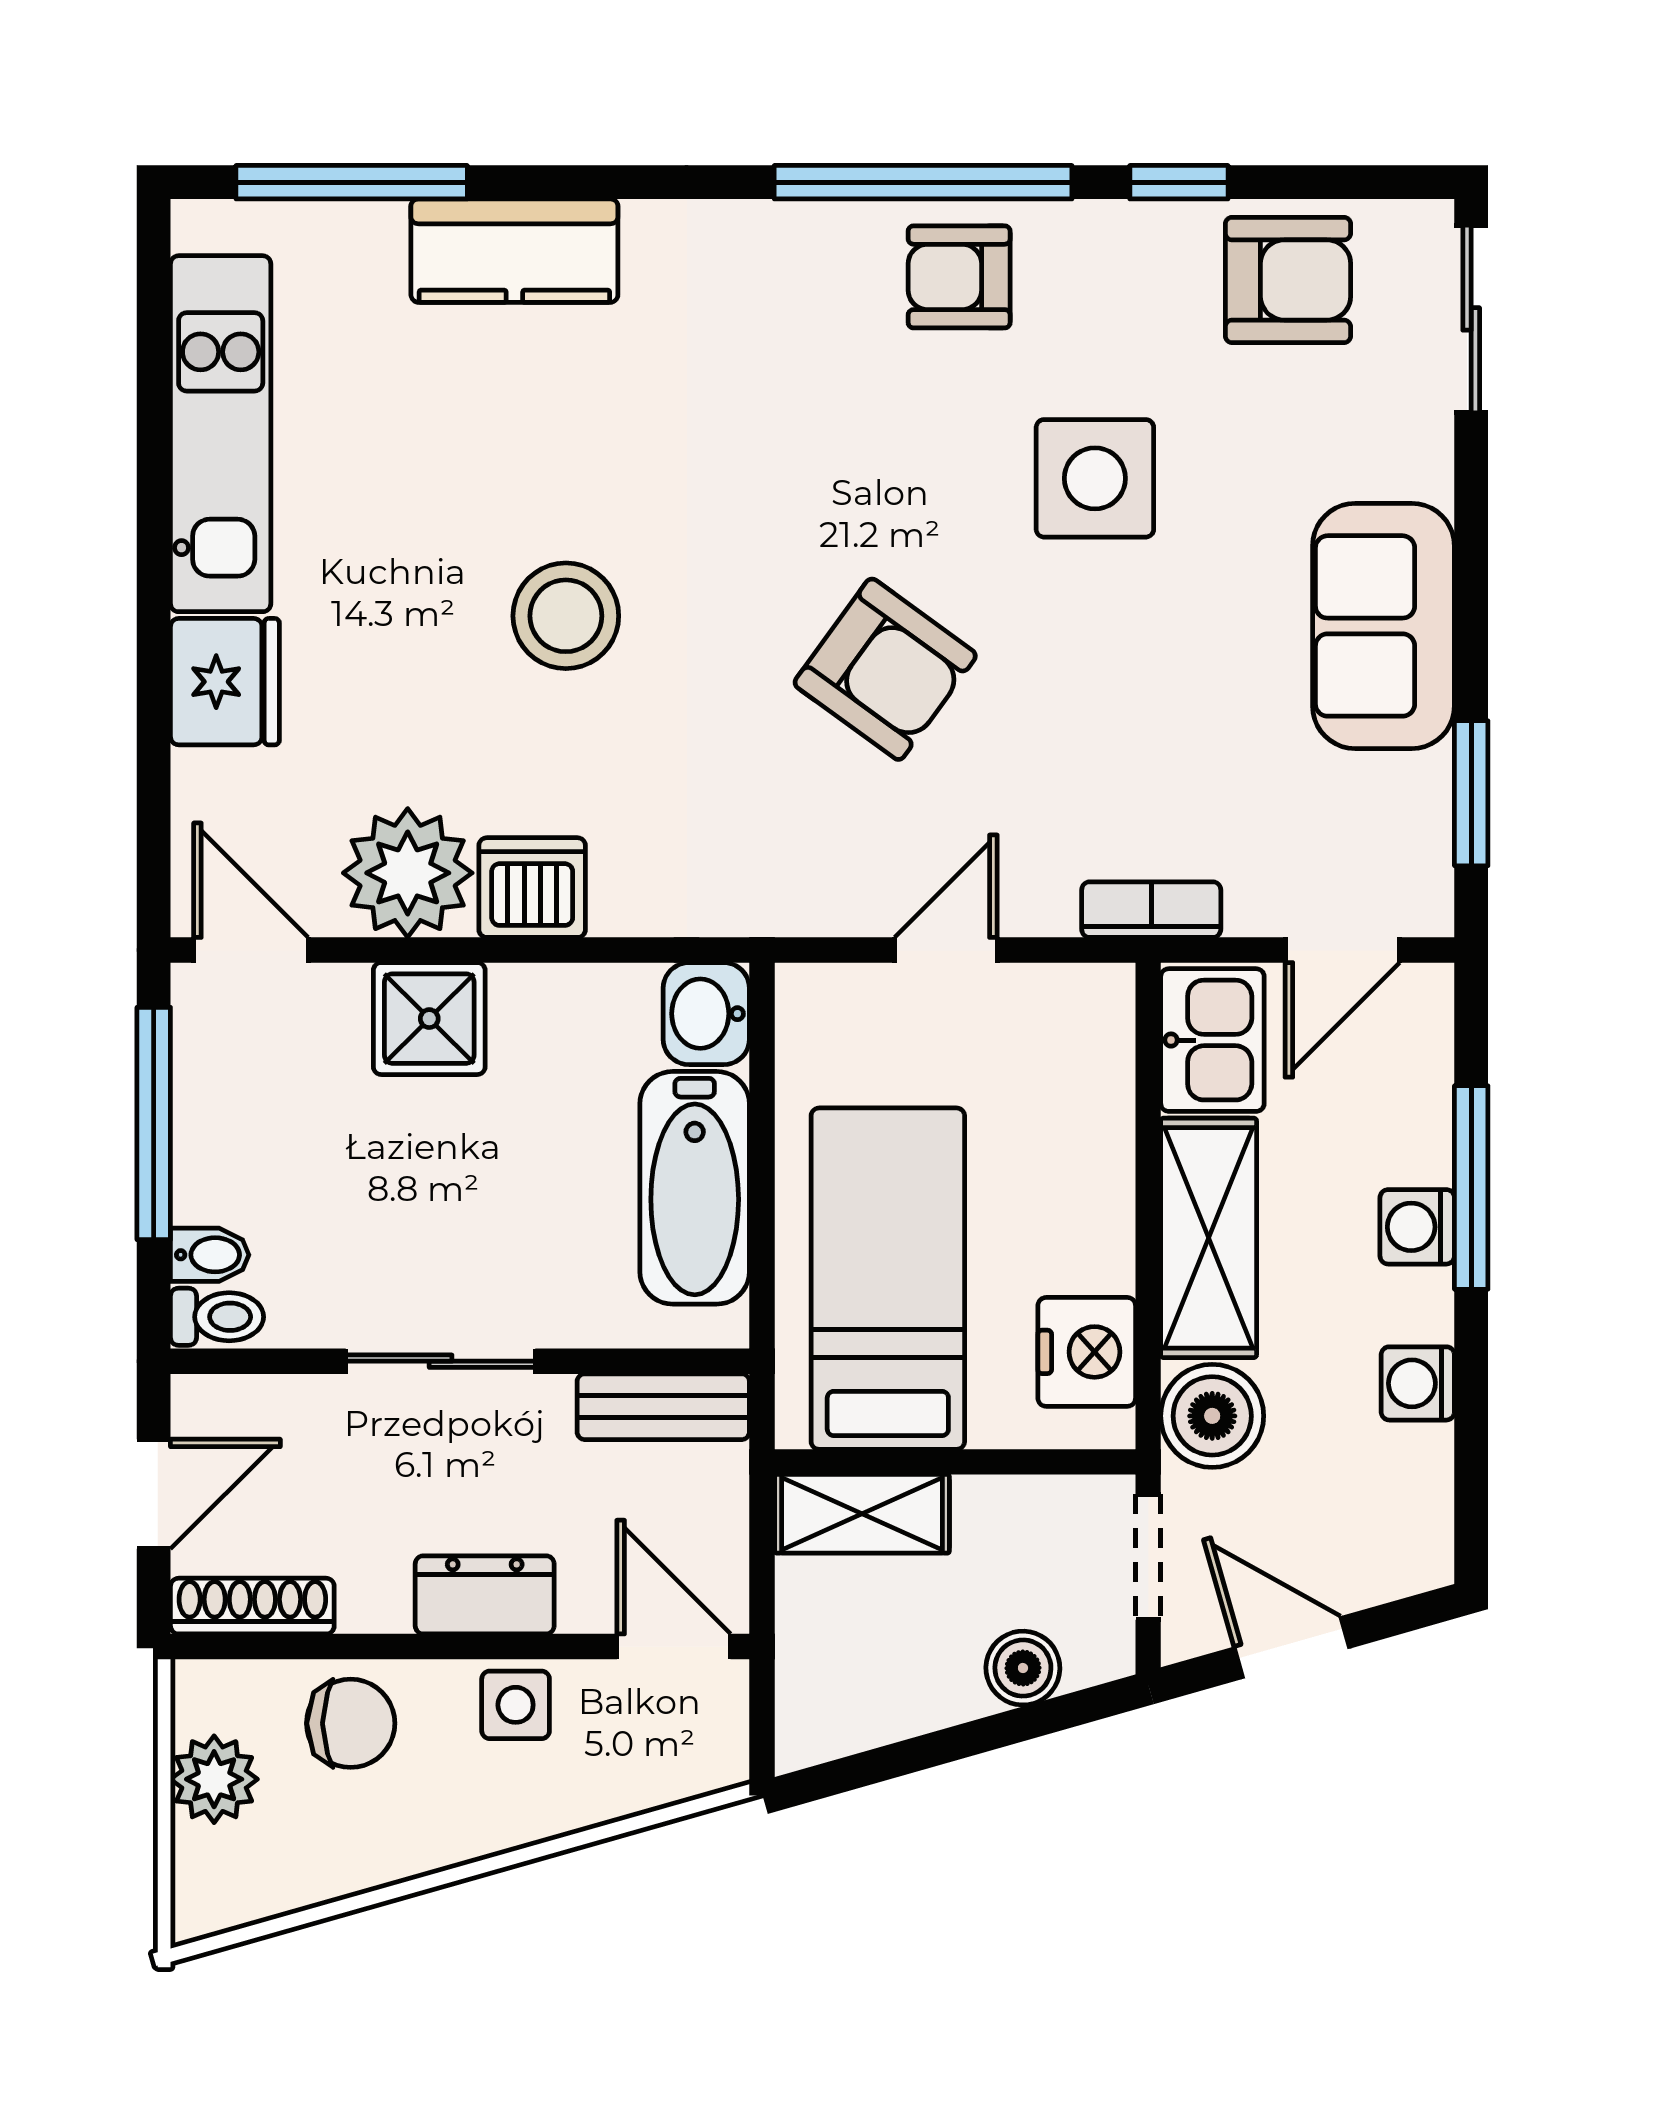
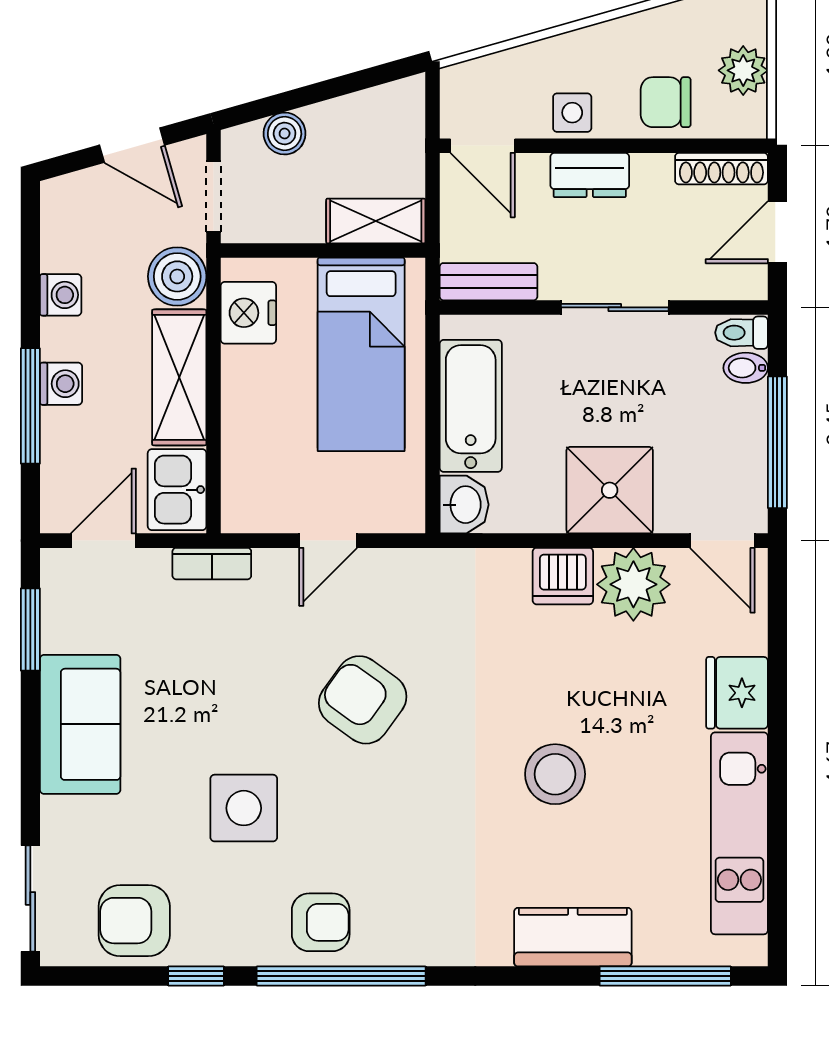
stool: (566, 616) -> (555, 774), moved
shower: (429, 1019) -> (610, 490), width x1.36, depth x1.36

